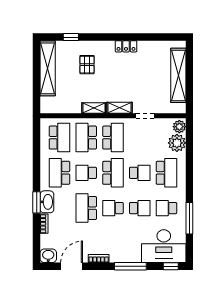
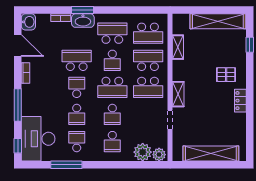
pallet: (87, 65) -> (226, 75), moved
shelving: (94, 108) -> (178, 47), moved
school desk: (86, 173) -> (112, 60), turned 180
school desk: (166, 173) -> (112, 142), width x0.54

